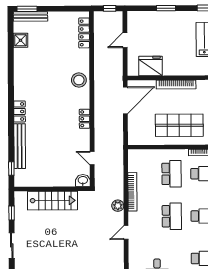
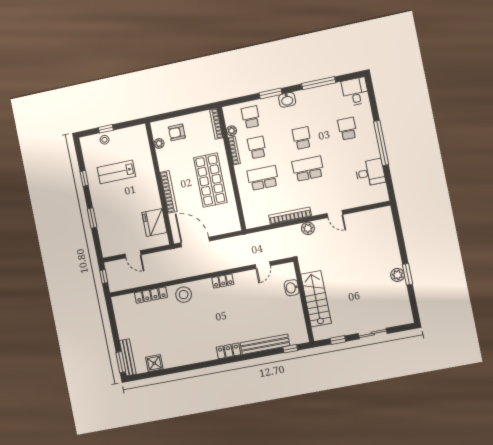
locker: (84, 33) -> (151, 295), moved
washbasin: (83, 180) -> (292, 288), moved

